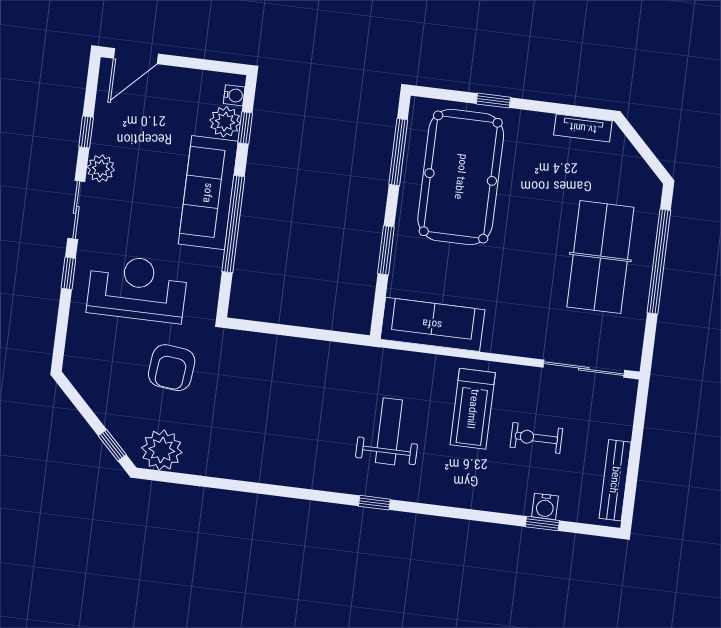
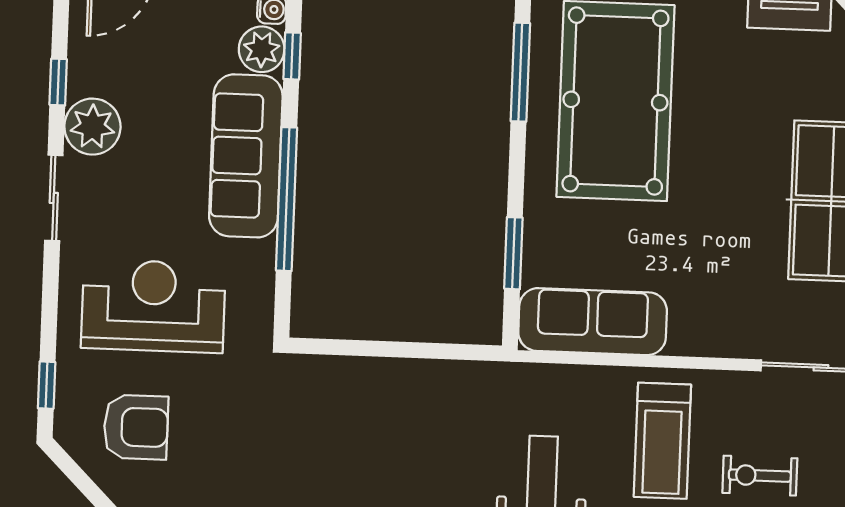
plant: (101, 168) -> (92, 127), width x1.36, depth x1.36
window: (386, 250) -> (513, 253), moved
window: (68, 273) -> (47, 385), moved
armchair: (172, 368) -> (136, 427), moved, turned -96

